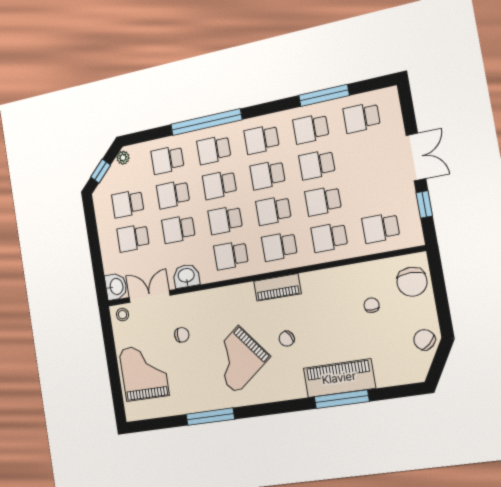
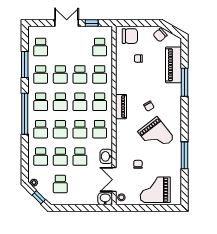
window: (206, 122) -> (25, 114), moved
school desk: (133, 238) -> (80, 184), removed
piano: (339, 378) -> (173, 65), moved

